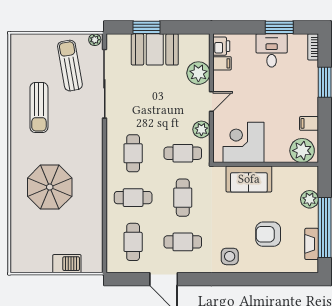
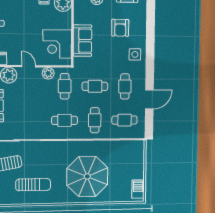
parasol: (50, 187) -> (87, 176), width x1.36, depth x1.36
barbecue: (67, 264) -> (138, 189), moved

